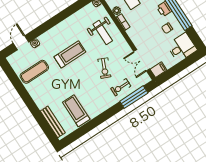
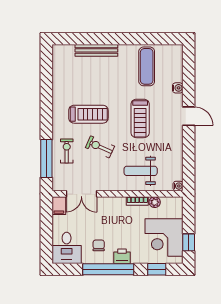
door: (21, 43) -> (189, 116), moved
double door: (142, 60) -> (81, 194), swing flipped
treadmill: (76, 111) -> (88, 114), moved
bench: (53, 122) -> (96, 50), moved

